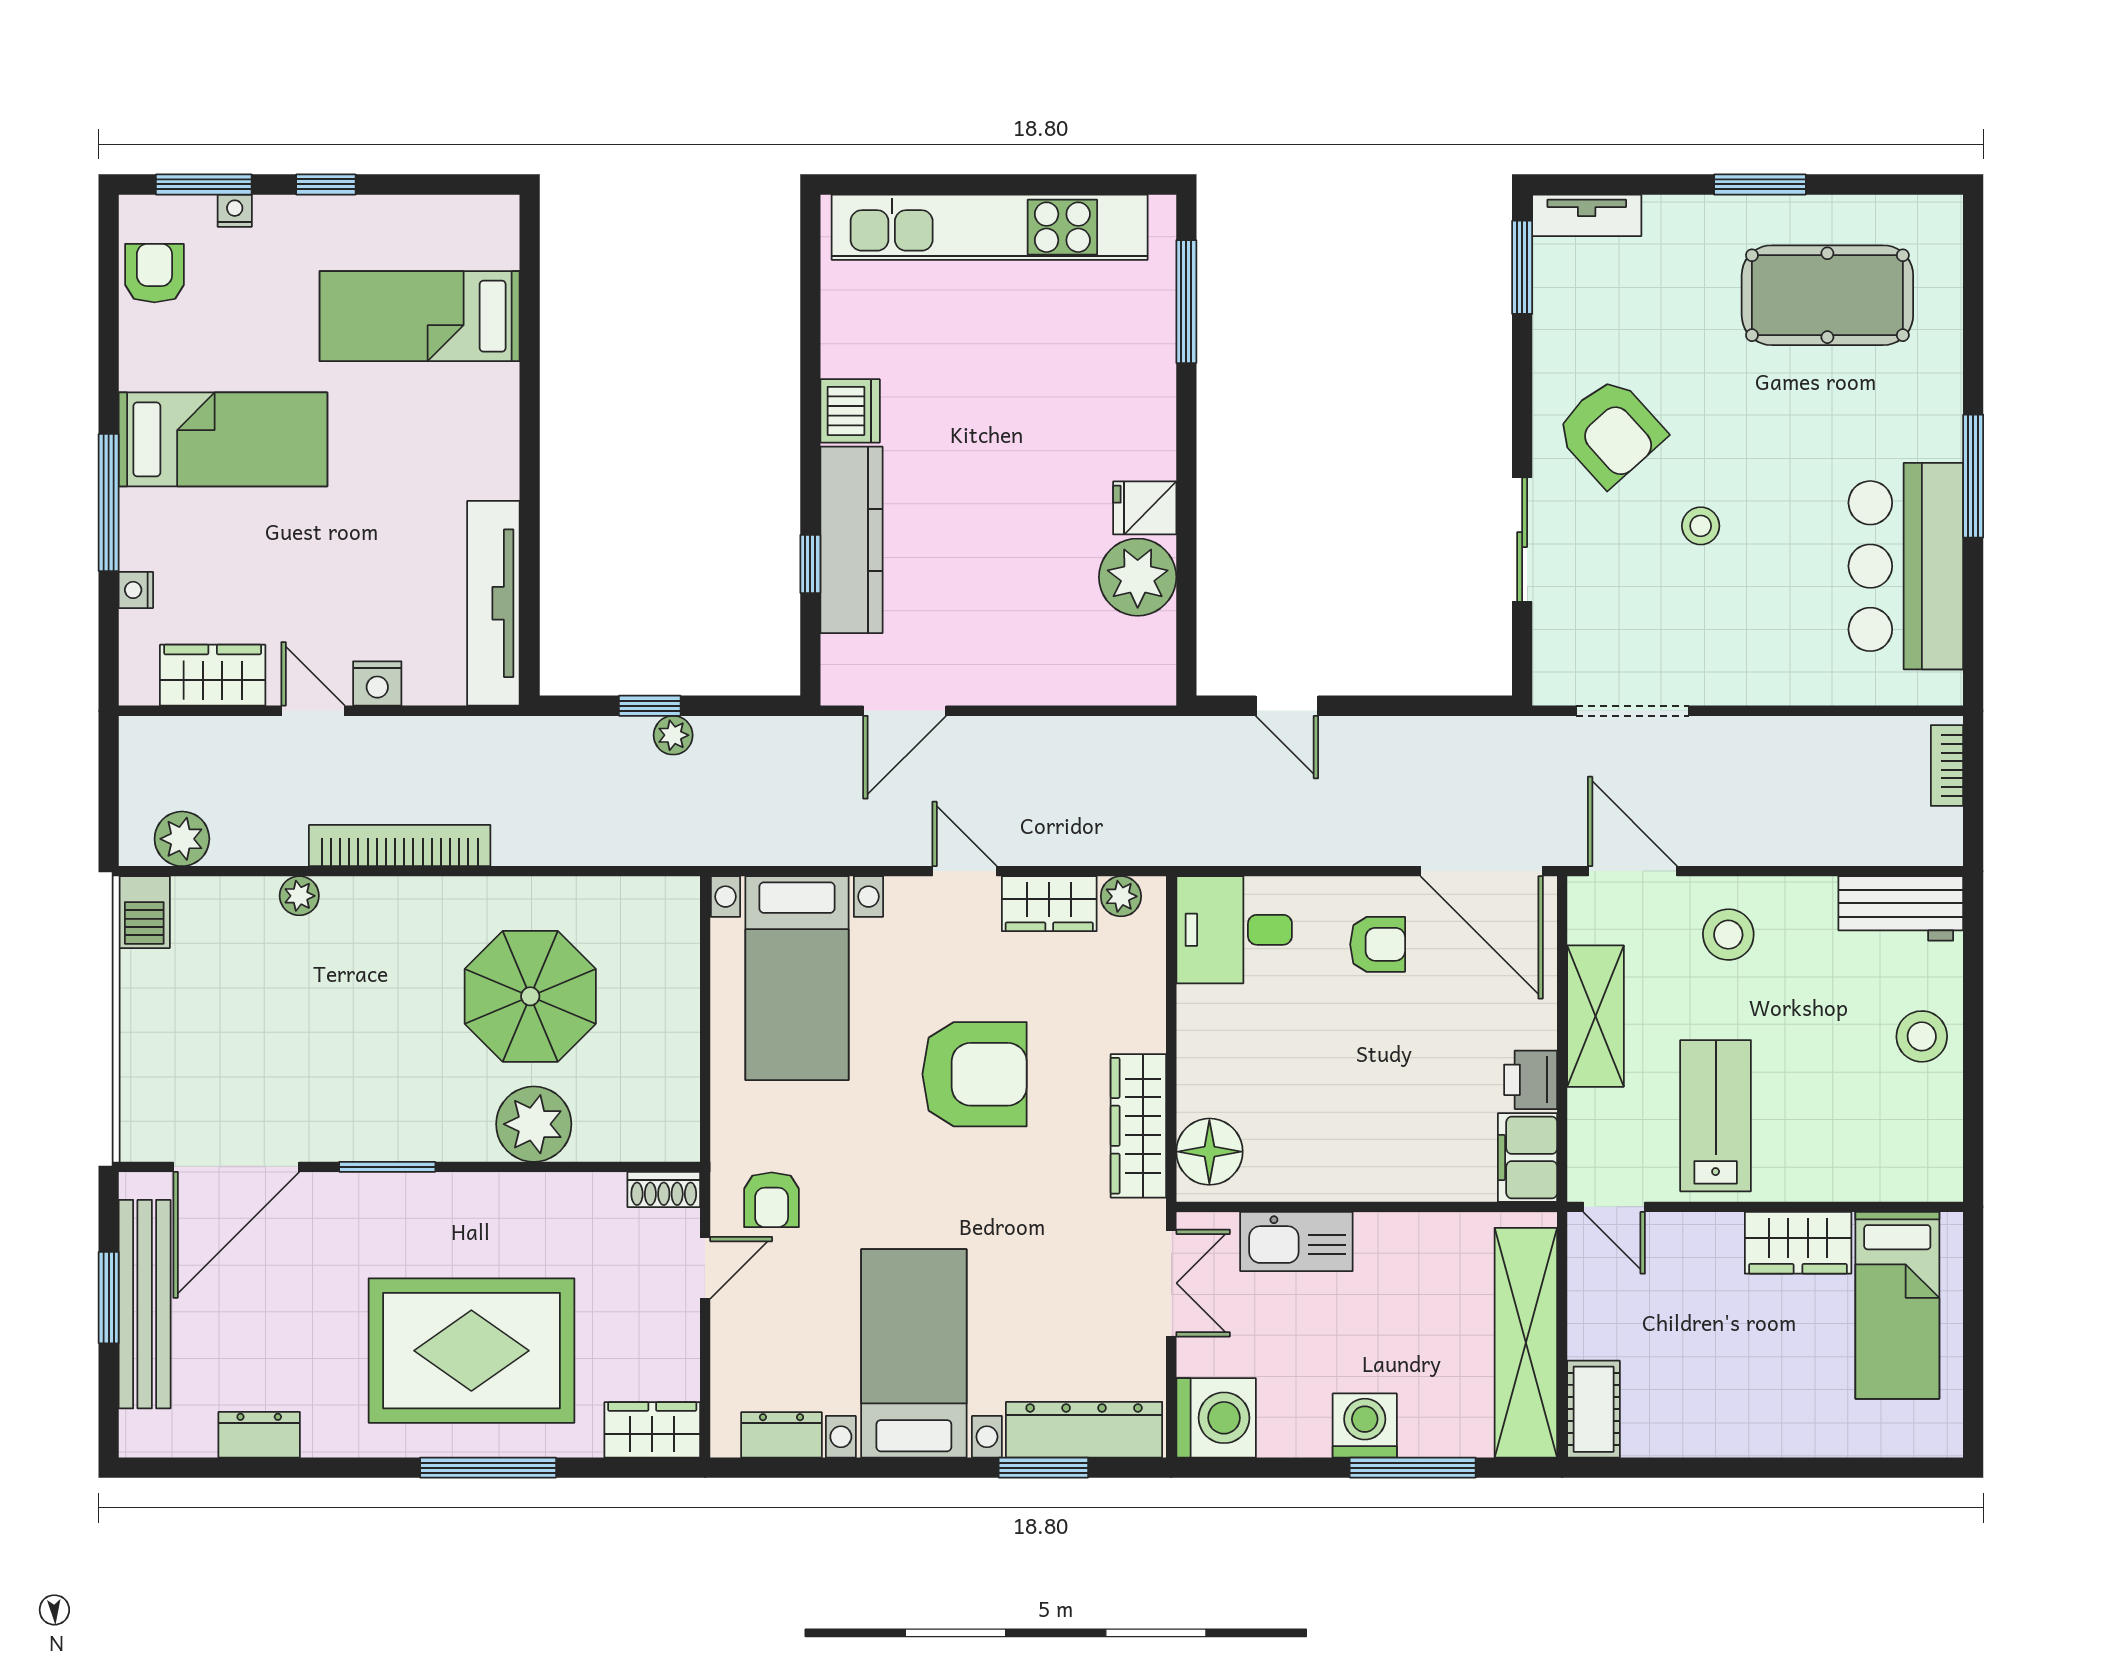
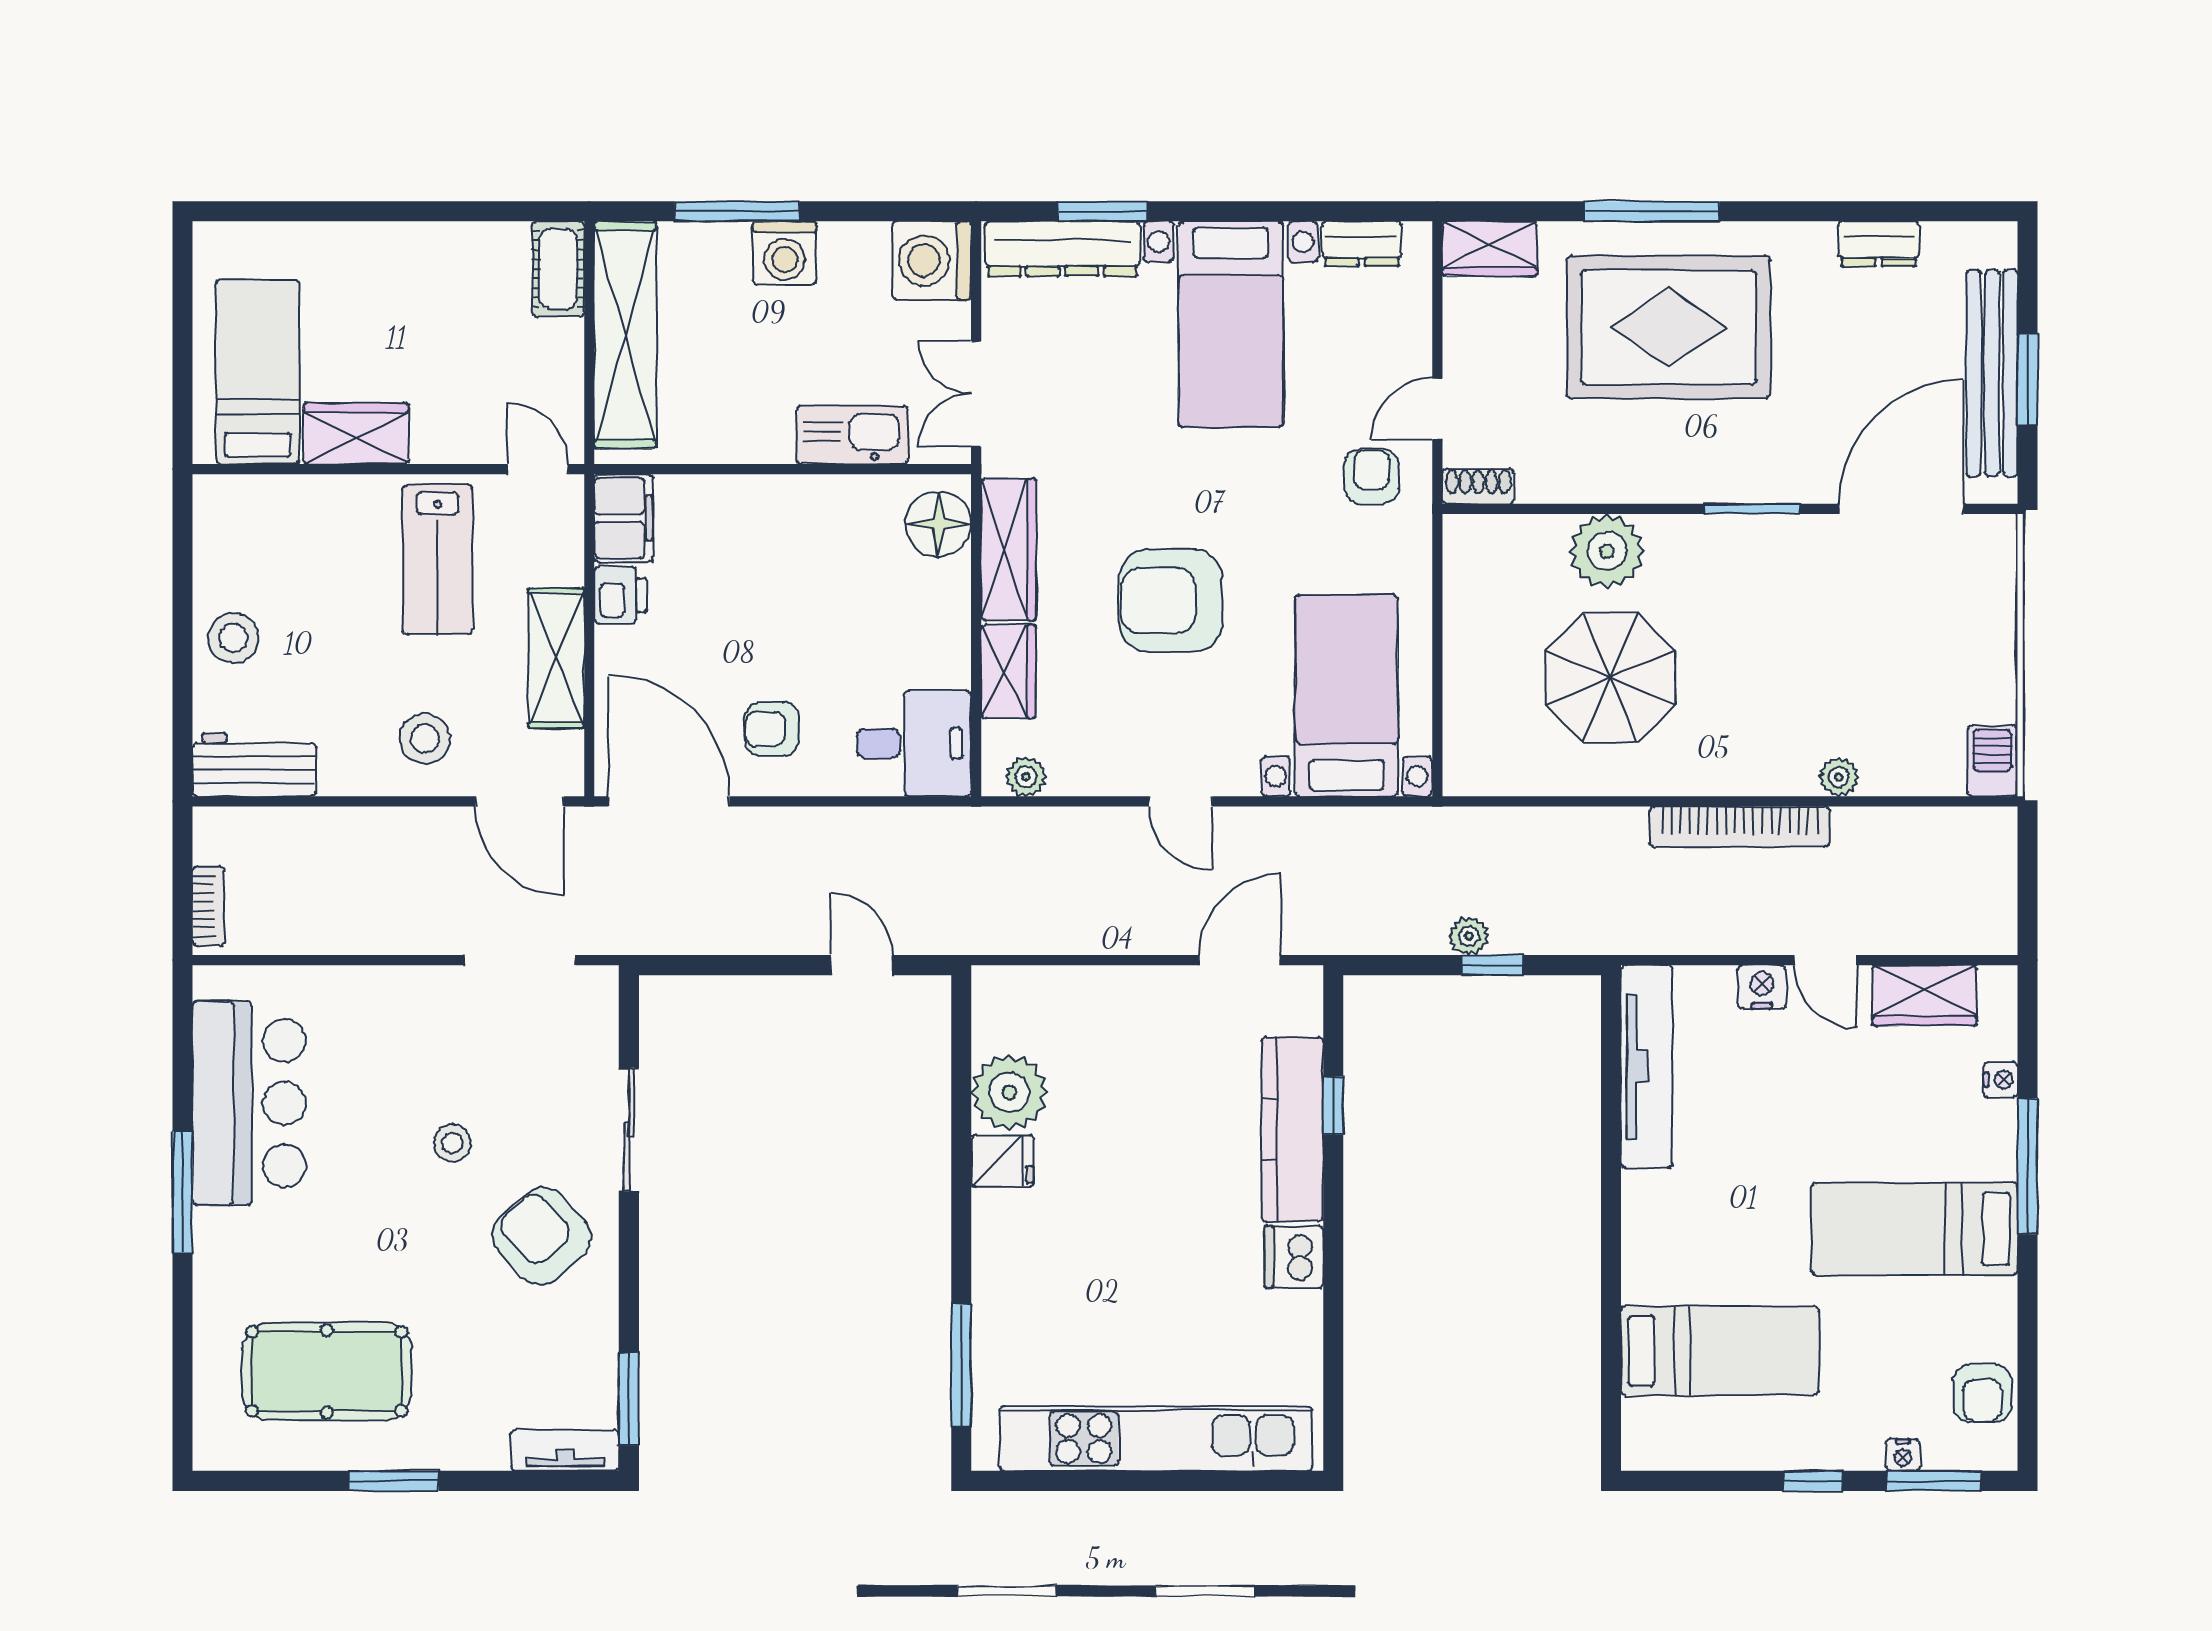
plant: (182, 839) -> (1955, 833), removed
wardrobe: (1049, 904) -> (1008, 671), moved, turned 90

